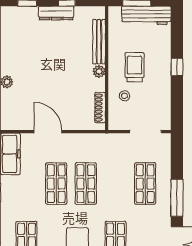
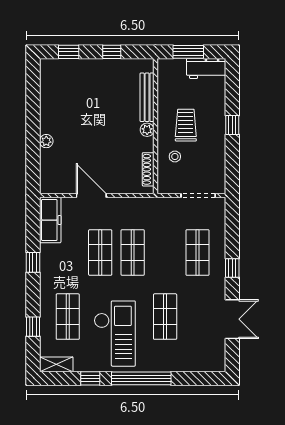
dresser: (56, 13) -> (100, 66), removed
workbench: (146, 15) -> (206, 68), width x0.73
window: (177, 198) -> (232, 268), width x0.46

